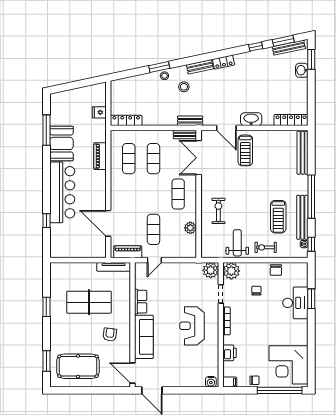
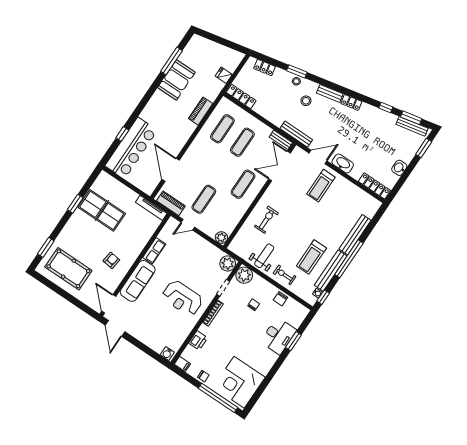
washbasin: (302, 70) -> (399, 168), moved
locker: (129, 82) -> (265, 67), added
bench: (190, 121) -> (296, 134), width x1.36
door: (226, 128) -> (318, 157), swing flipped
bench: (303, 153) -> (355, 235), moved
bar counter: (62, 192) -> (131, 148), moved
plant: (190, 228) -> (221, 238), moved
table tennis table: (89, 302) -> (102, 210), moved
reception desk: (192, 326) -> (182, 298), turned -90

